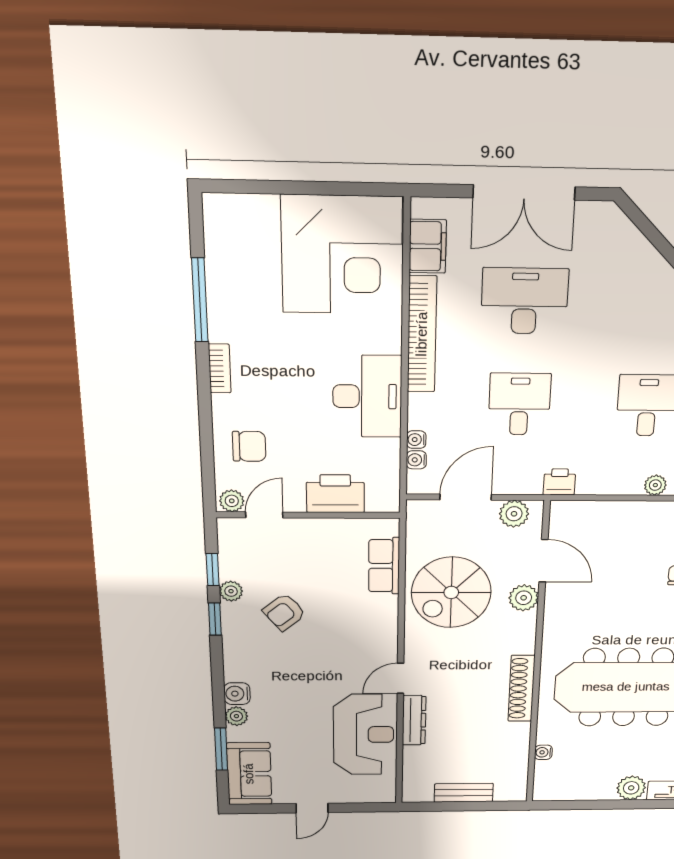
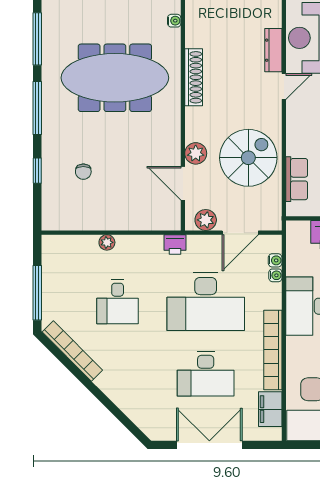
desk: (519, 404) -> (206, 302), width x1.87, depth x1.30

